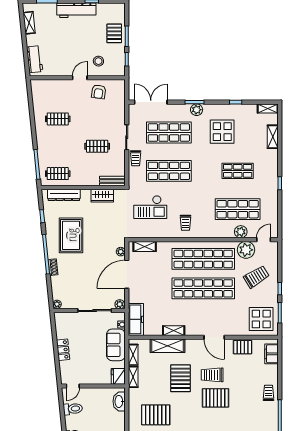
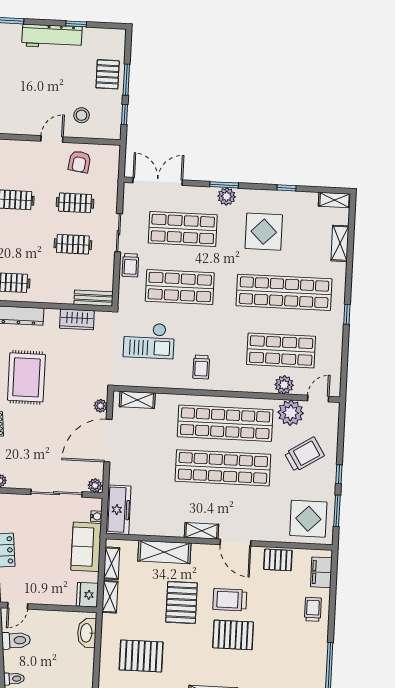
clothes rail: (97, 119) -> (75, 203), added
shop shelf: (238, 171) -> (284, 292), width x2.00, depth x1.36
shelving: (174, 331) -> (201, 531), moved
trolley: (268, 393) -> (313, 609), moved

